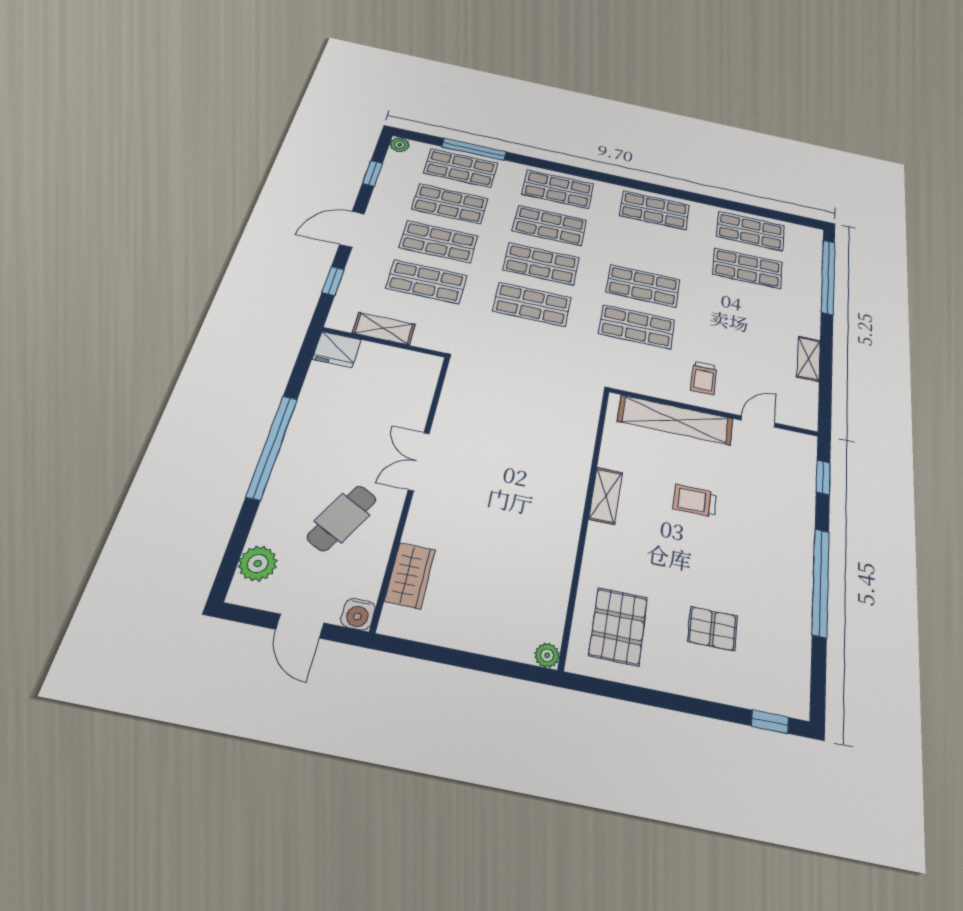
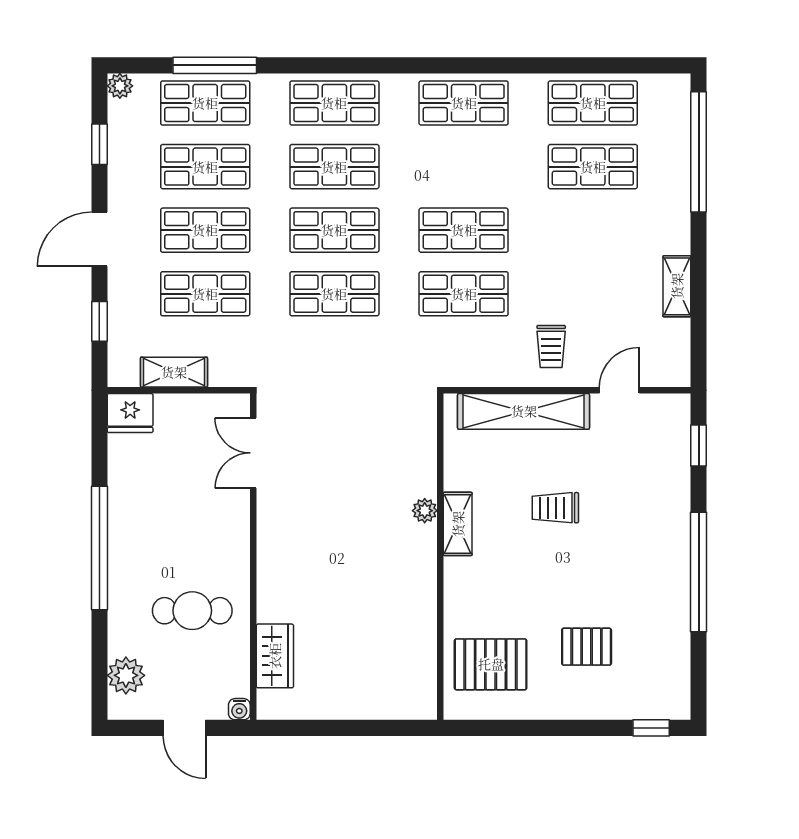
double door: (419, 461) -> (253, 453), moved
cafe table: (342, 518) -> (192, 611), turned 62
water cooler: (358, 614) -> (239, 709), width x0.72, depth x0.72
pallet: (618, 626) -> (491, 664), turned 90
plant: (547, 655) -> (425, 511), moved

